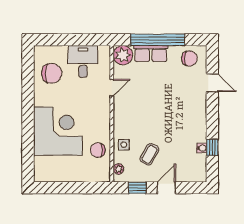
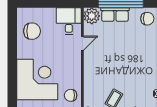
desk: (83, 61) -> (69, 21), moved
side table: (124, 145) -> (92, 91), removed

